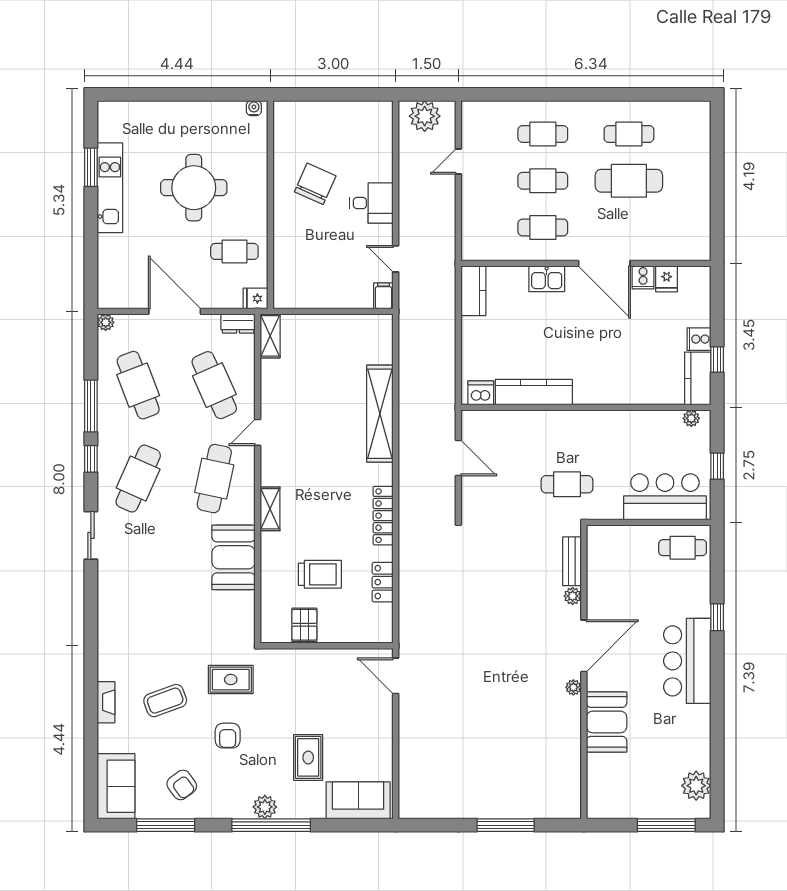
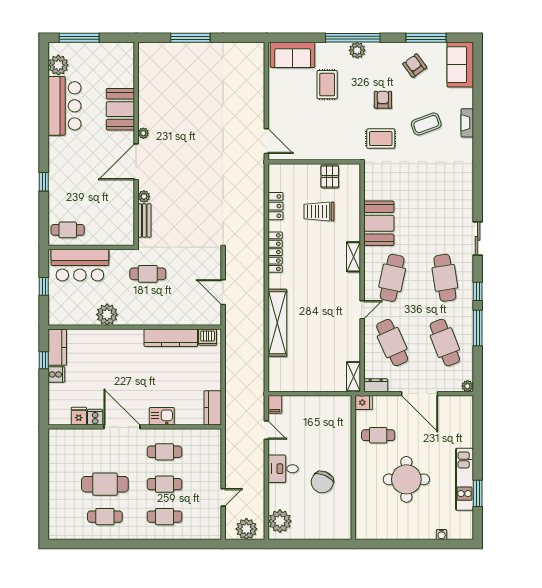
water cooler: (254, 108) -> (442, 534), moved
plant: (376, 127) -> (280, 521), added
plant: (691, 418) -> (107, 315), moved, width x1.87, depth x1.87
cafe table: (138, 479) -> (445, 278), turned -33
bar counter: (687, 661) -> (64, 106), moved

